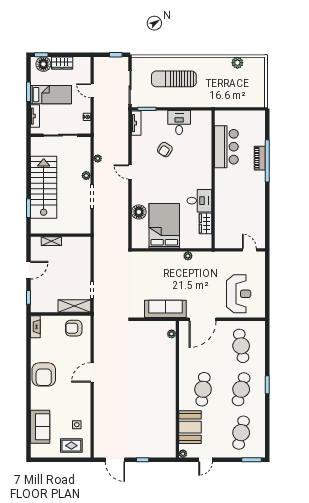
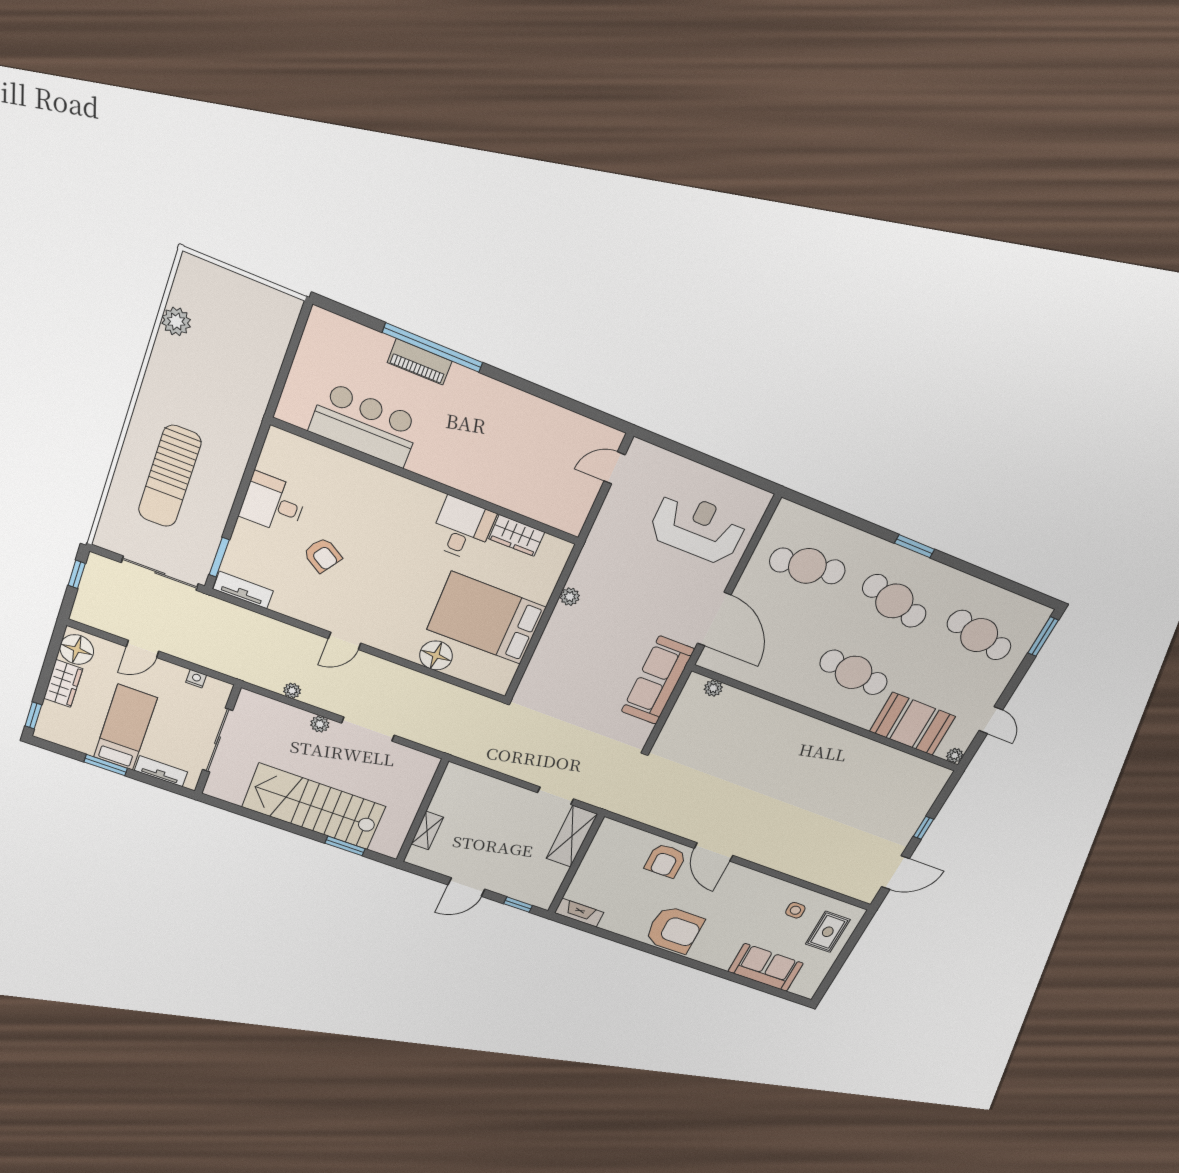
floor lamp: (43, 64) -> (77, 650), moved
door: (29, 270) -> (466, 887), swing flipped
armchair: (74, 328) -> (665, 861), moved

